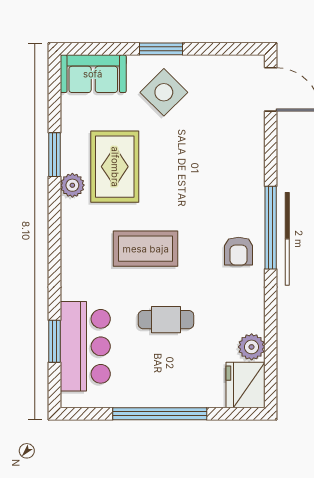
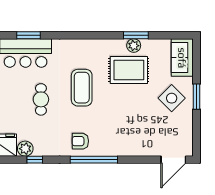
plant: (72, 185) -> (134, 46), moved
window: (271, 330) -> (35, 160), added

